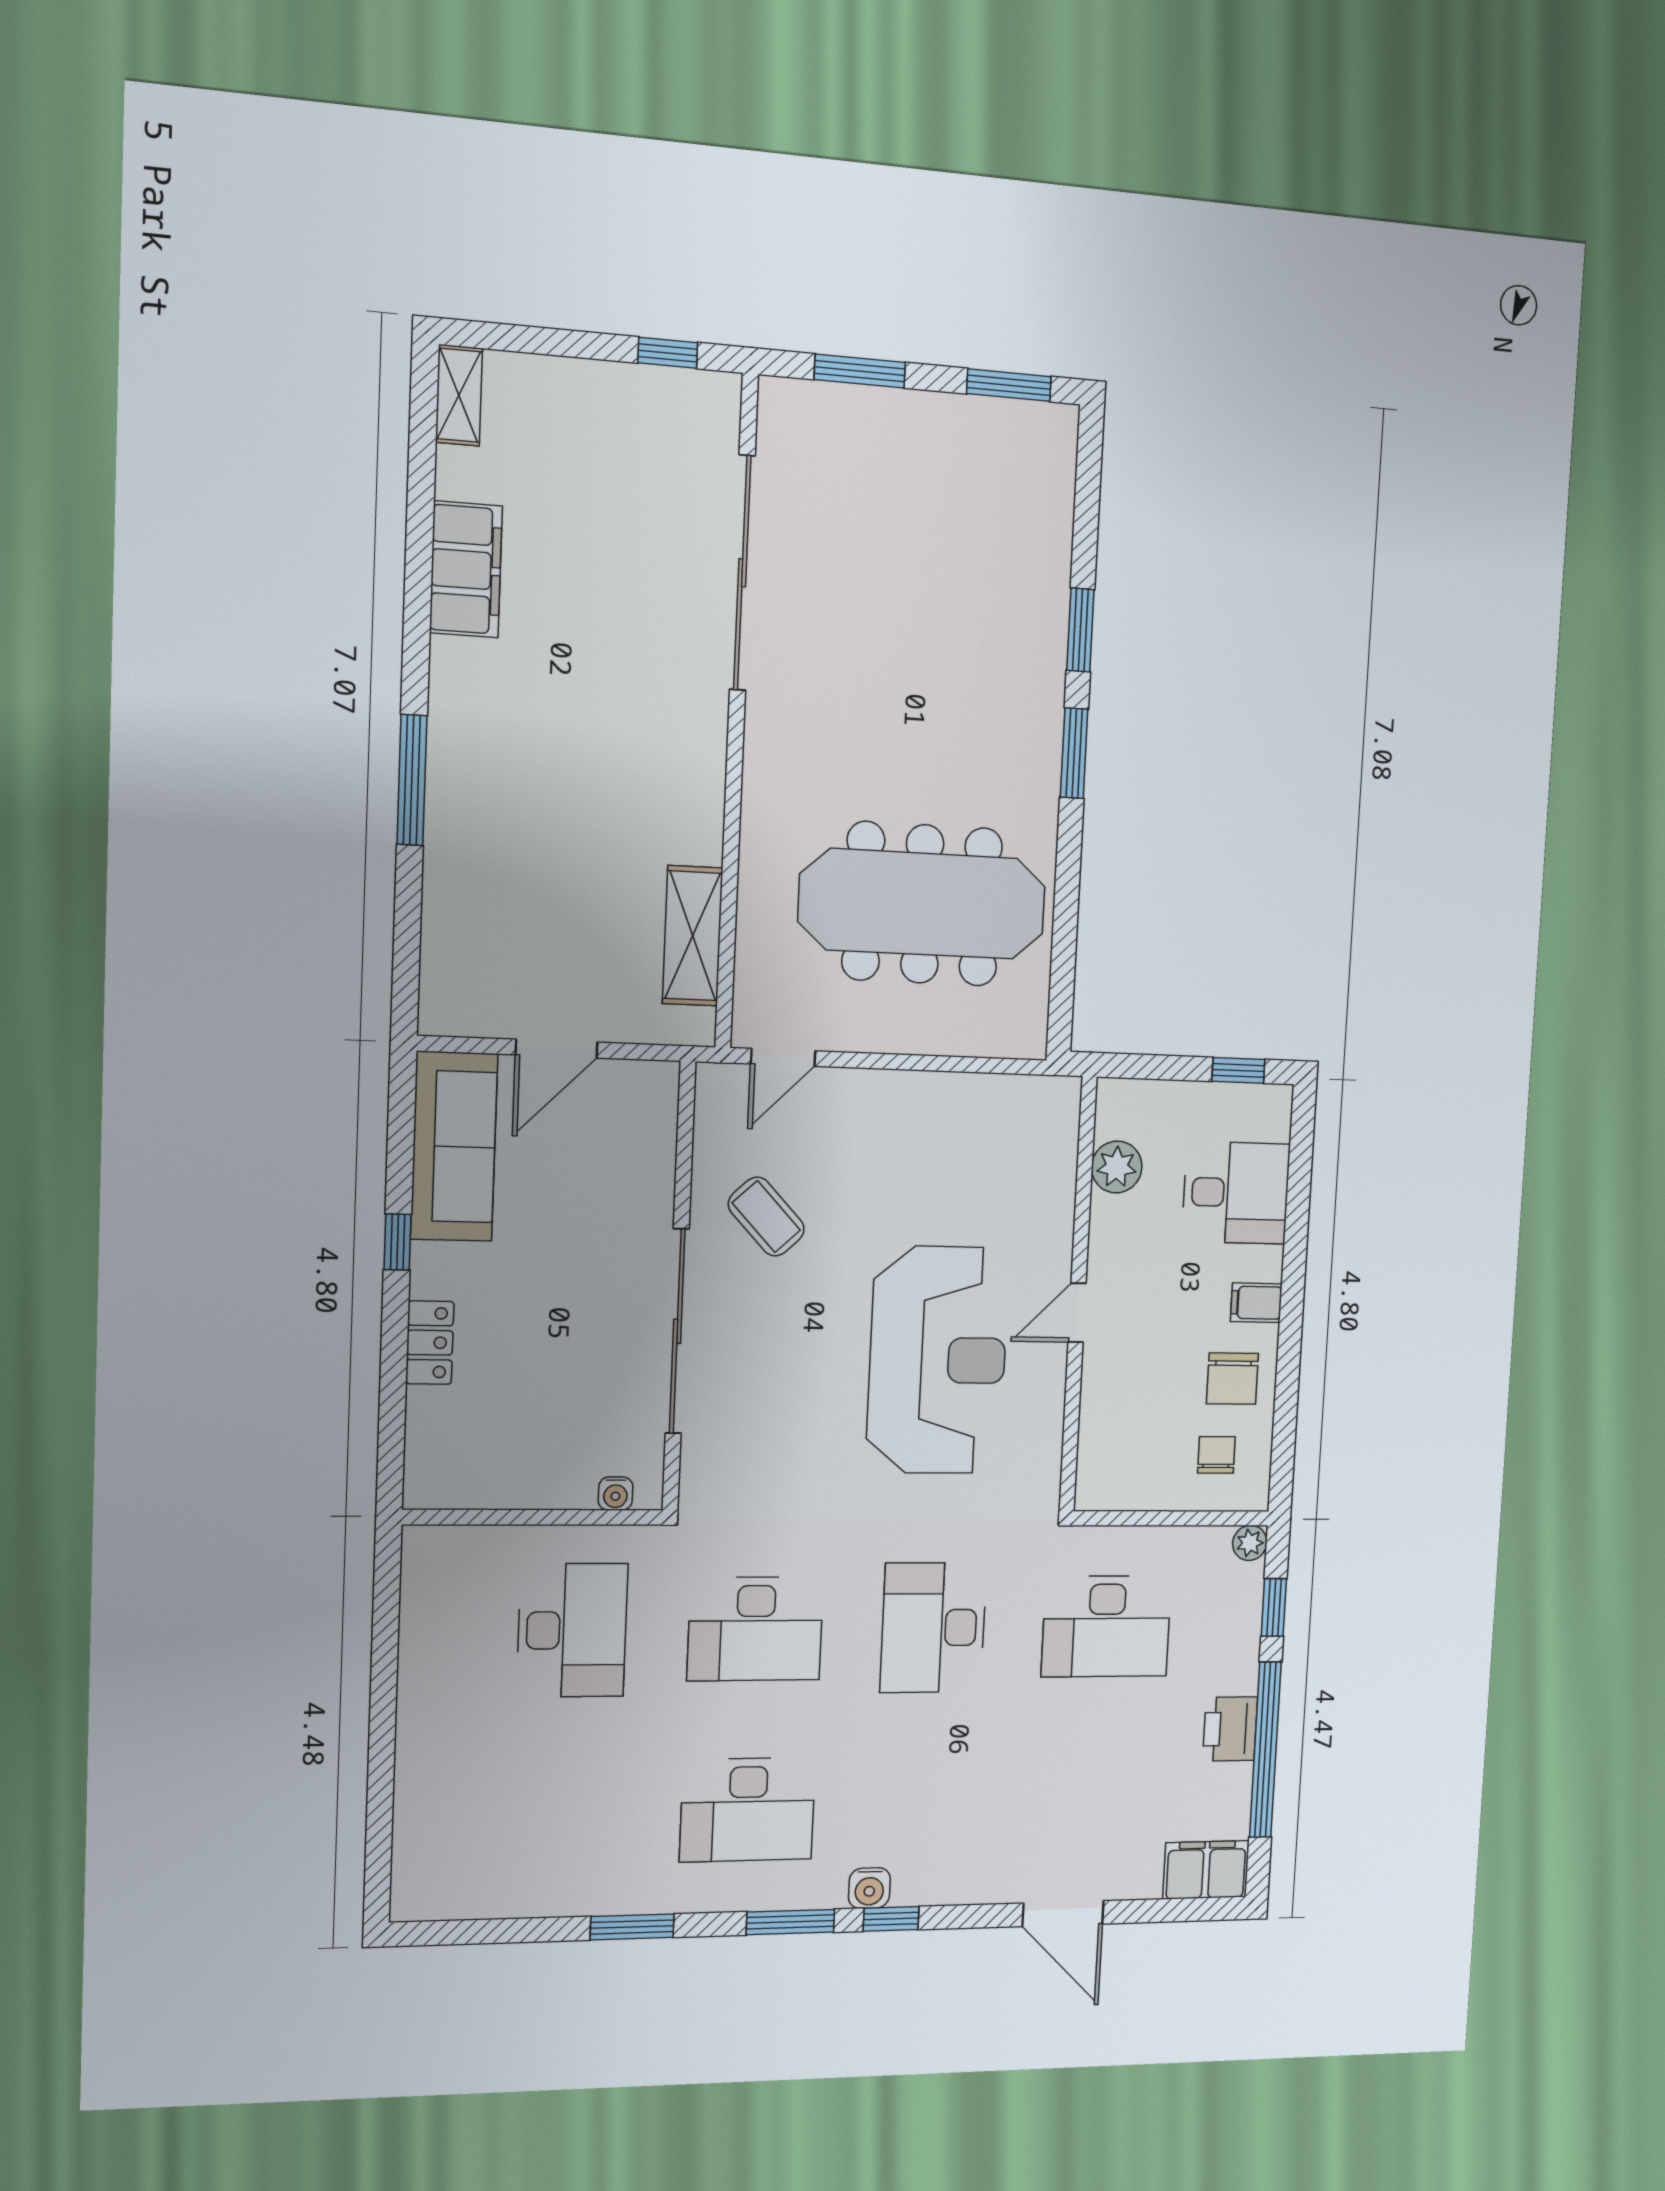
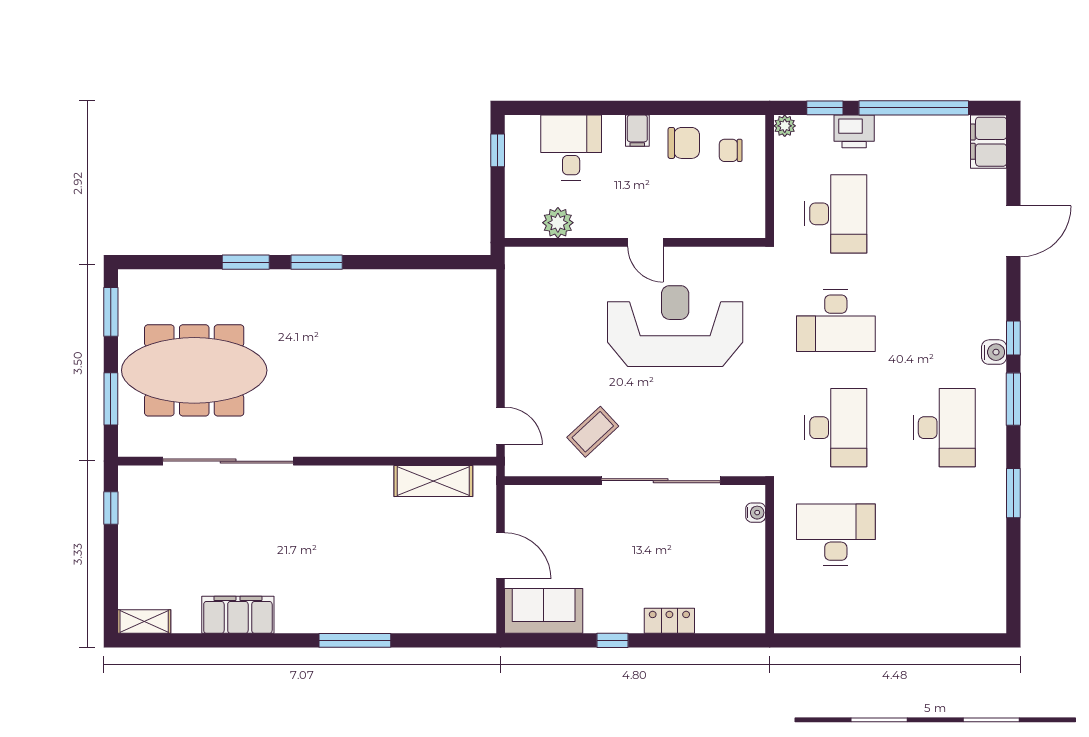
meeting table: (922, 904) -> (194, 370), moved, turned 90
sofa: (454, 1147) -> (544, 611), width x0.73
printer: (1230, 1729) -> (854, 131), moved

